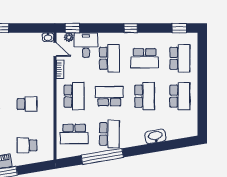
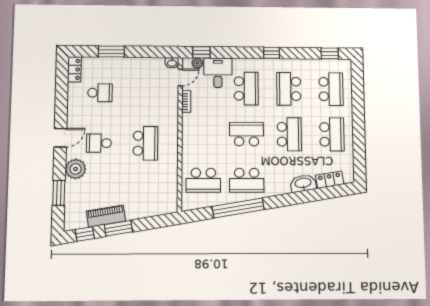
door: (55, 49) -> (180, 77), hinge flipped
school desk: (145, 58) -> (289, 89), turned 90
school desk: (74, 96) -> (203, 134), removed
school desk: (27, 104) -> (145, 143), width x1.85
locker: (177, 133) -> (330, 180), added
school desk: (109, 134) -> (247, 180), turned 90
school desk: (27, 145) -> (145, 194), removed

